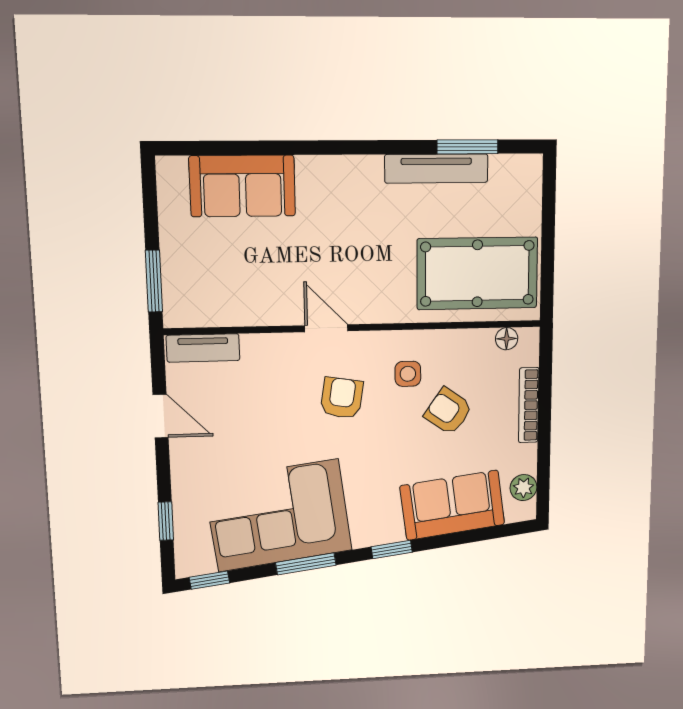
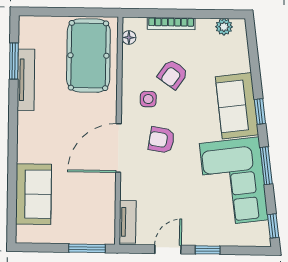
door: (326, 328) -> (118, 148), width x1.87
sofa: (452, 505) -> (237, 106), moved
window: (166, 521) -> (208, 250), moved

